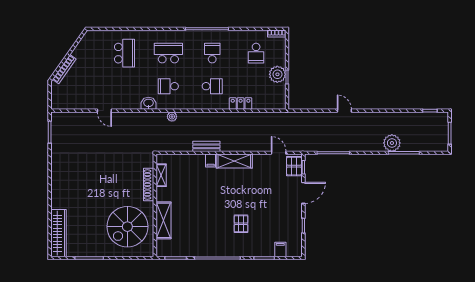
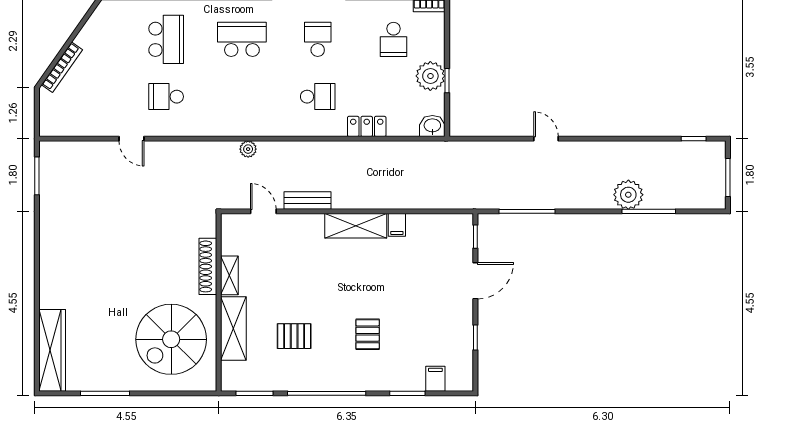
school desk: (168, 86) -> (166, 97), moved
washbasin: (149, 103) -> (432, 126), moved
door: (279, 153) -> (263, 211), moved
filing cabinet: (211, 160) -> (397, 225), moved
pallet: (294, 166) -> (294, 336), moved, turned 90
shelving: (161, 175) -> (229, 275), moved

